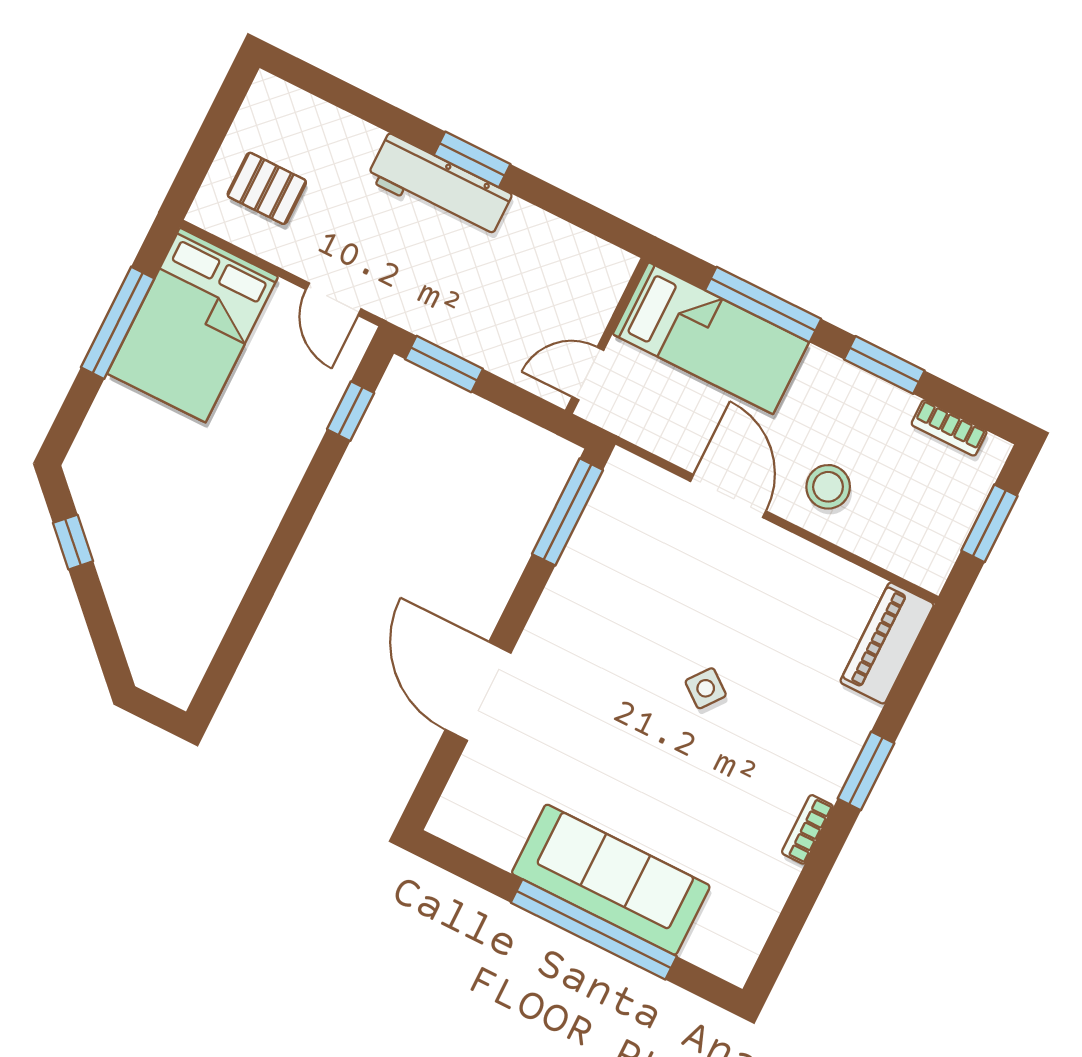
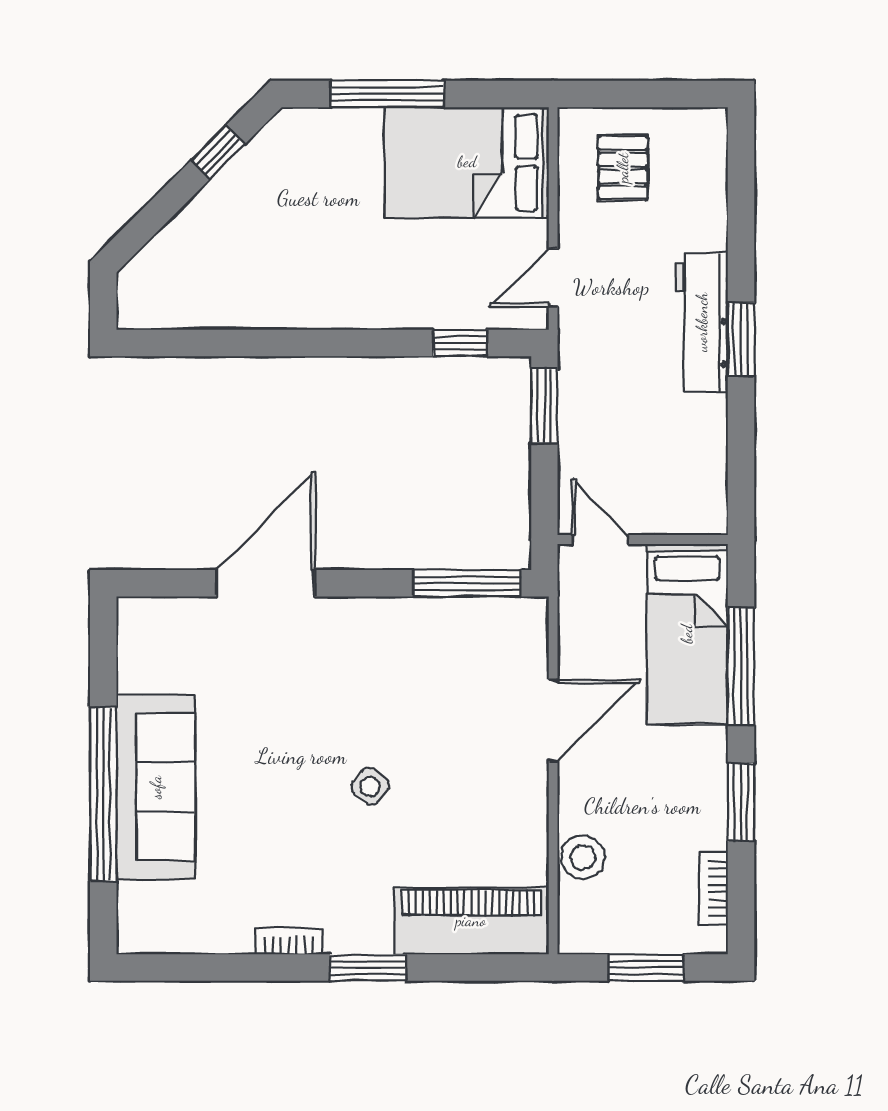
window: (118, 323) -> (387, 94), moved
stool: (828, 487) -> (583, 857), moved
piano: (887, 643) -> (471, 921), width x1.37, depth x1.33

